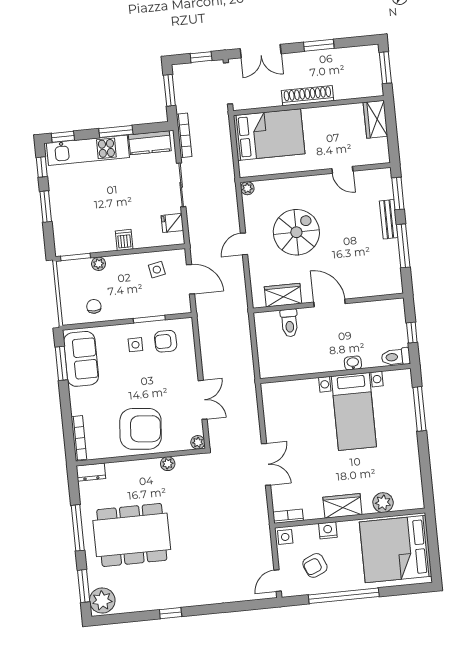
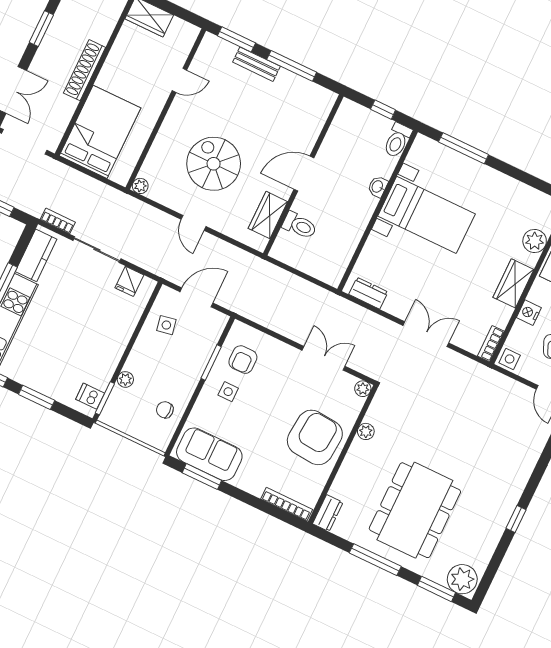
bookcase: (184, 135) -> (58, 221), width x0.64
dishwasher: (124, 240) -> (90, 396), moved
dresser: (270, 404) -> (368, 293), added

